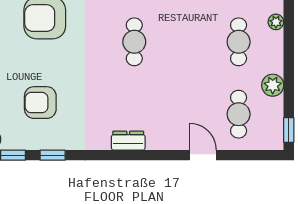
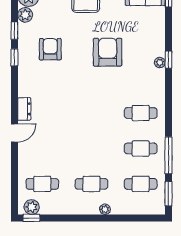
cafe table: (134, 42) -> (91, 113), removed
plant: (273, 85) -> (32, 207), moved
door: (203, 155) -> (14, 133), moved

